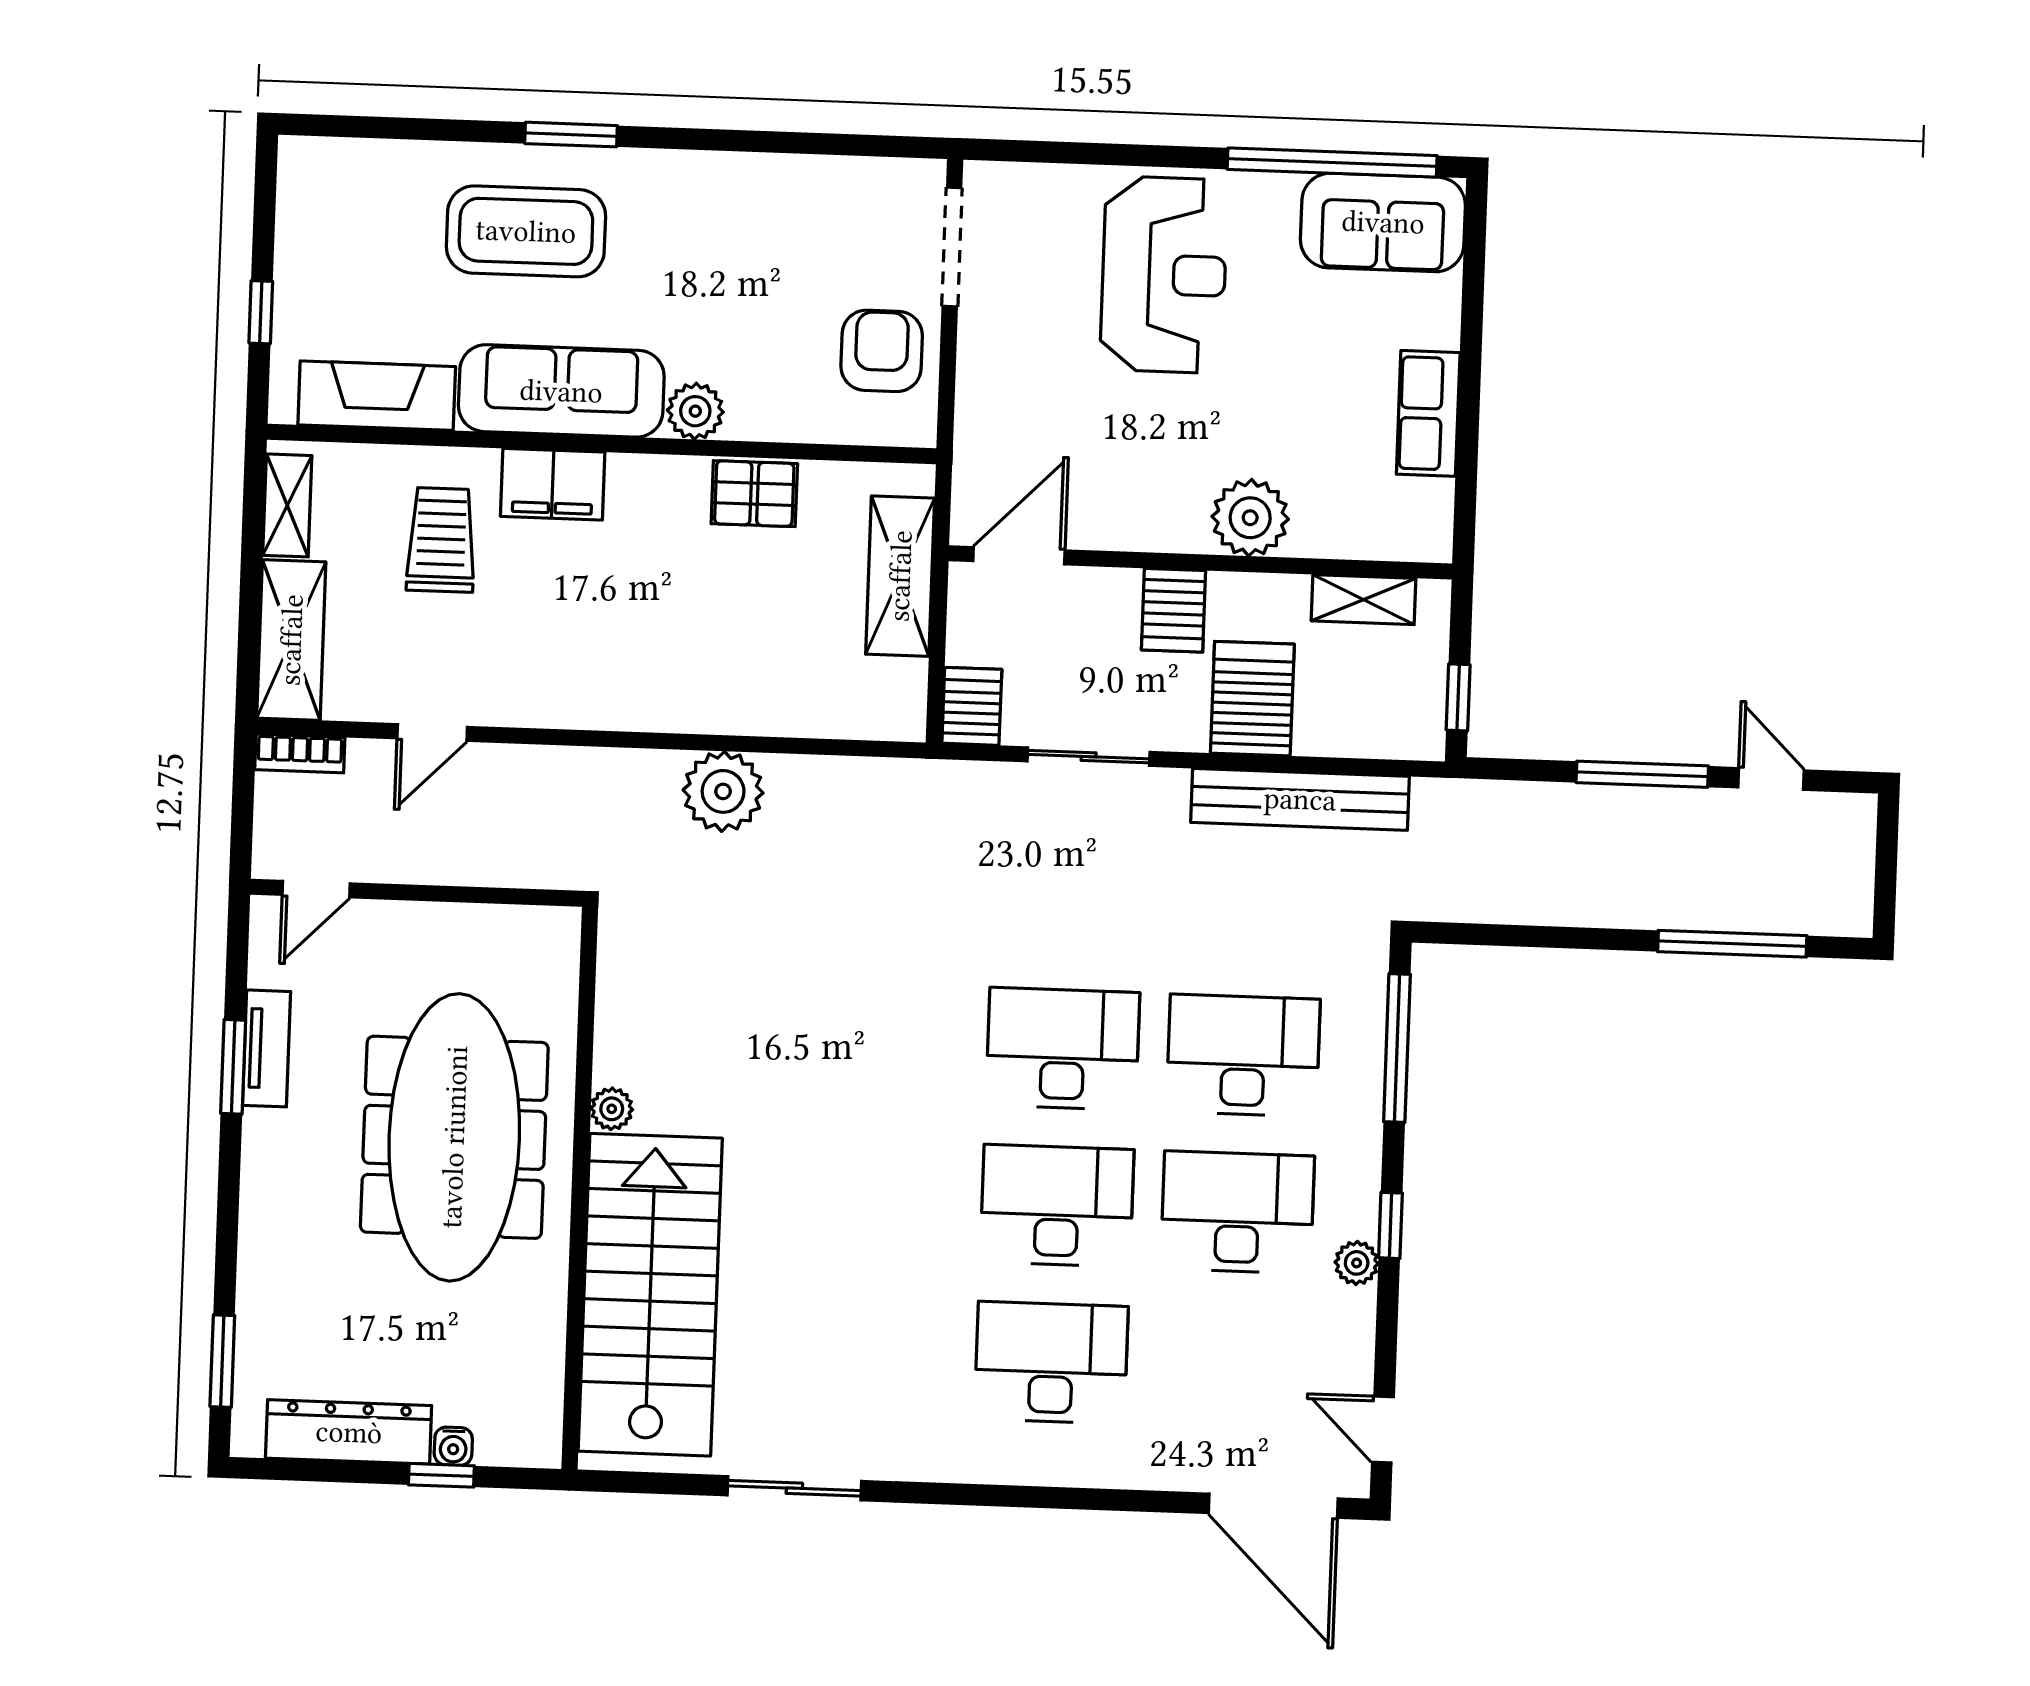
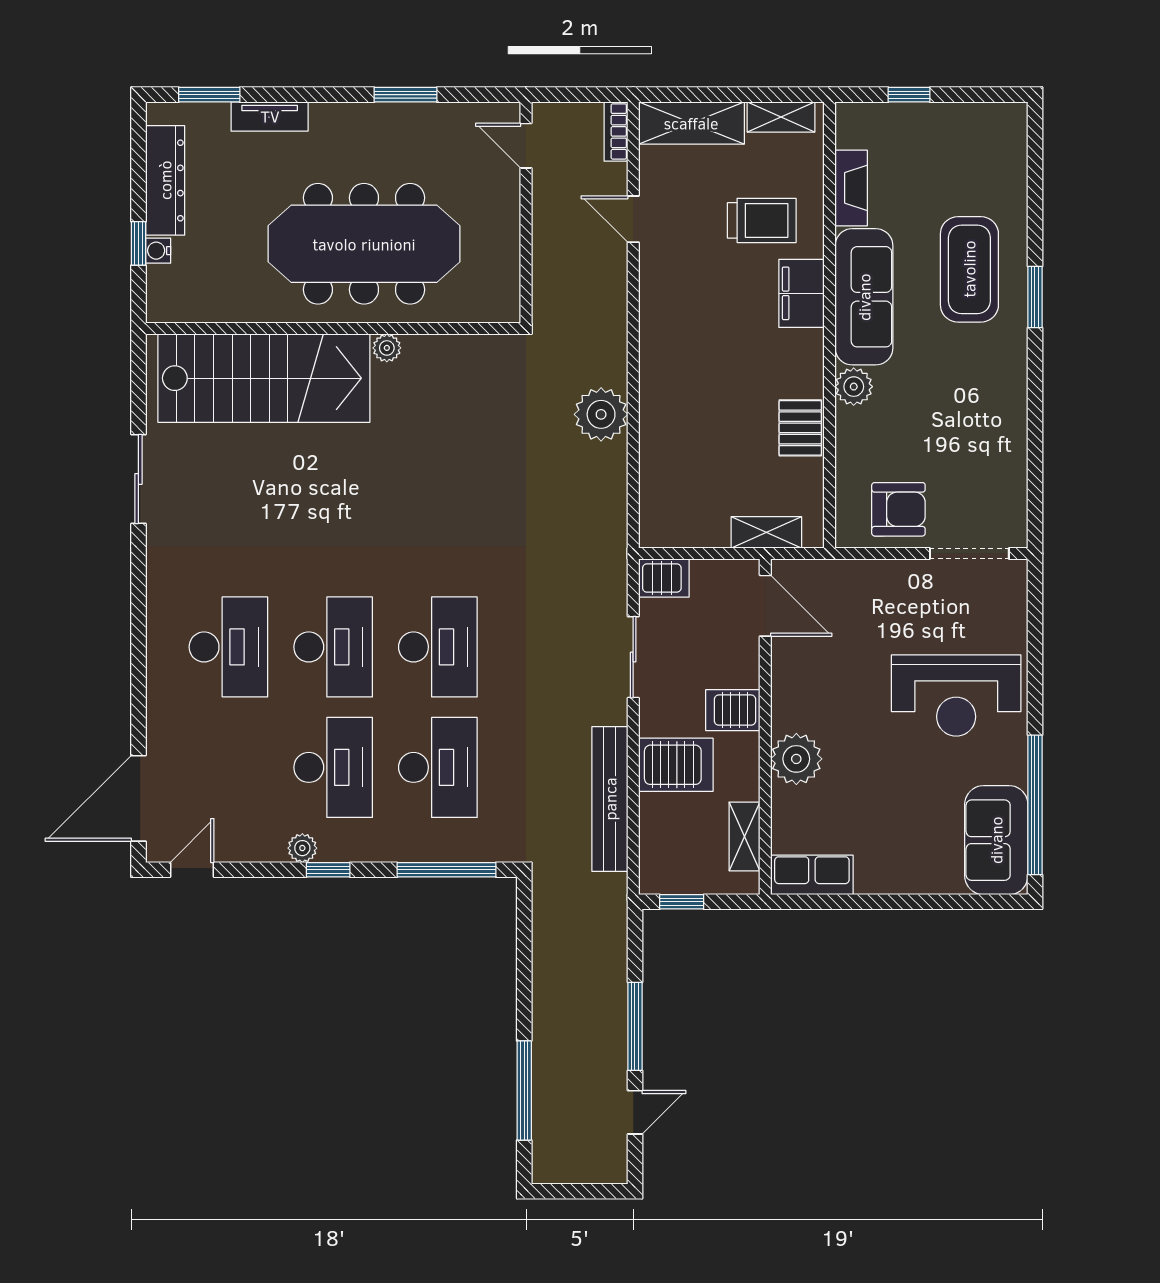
fireplace: (377, 396) -> (851, 188), width x0.73, depth x0.76
row of seats: (1428, 413) -> (812, 875), moved
shelving: (900, 576) -> (766, 532), width x0.67, depth x0.75
tv unit: (267, 1048) -> (270, 116), moved

